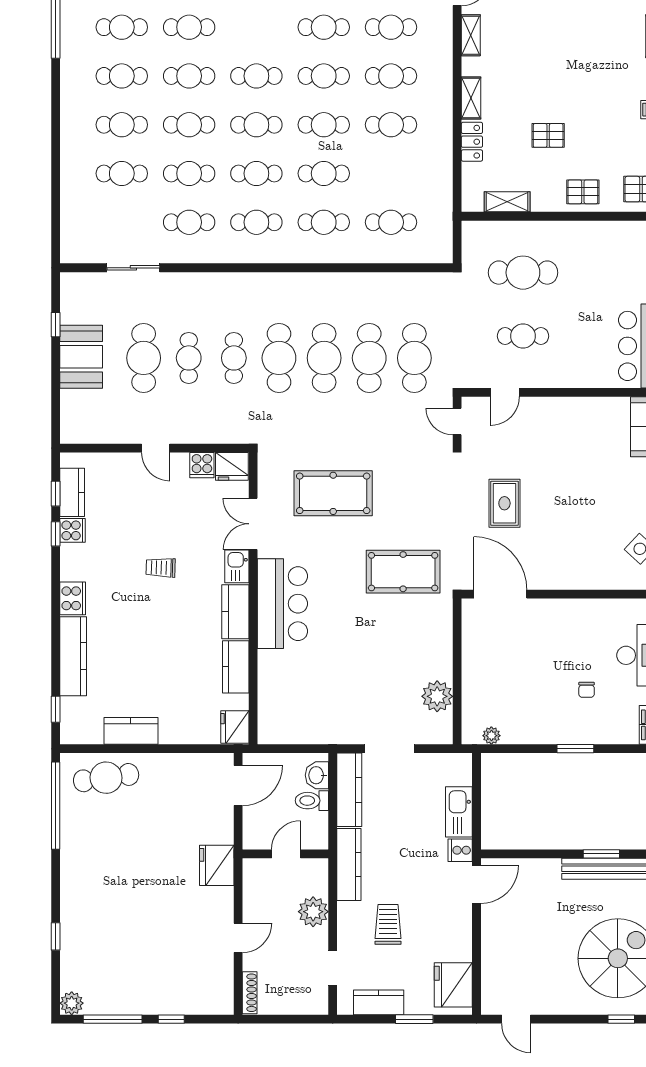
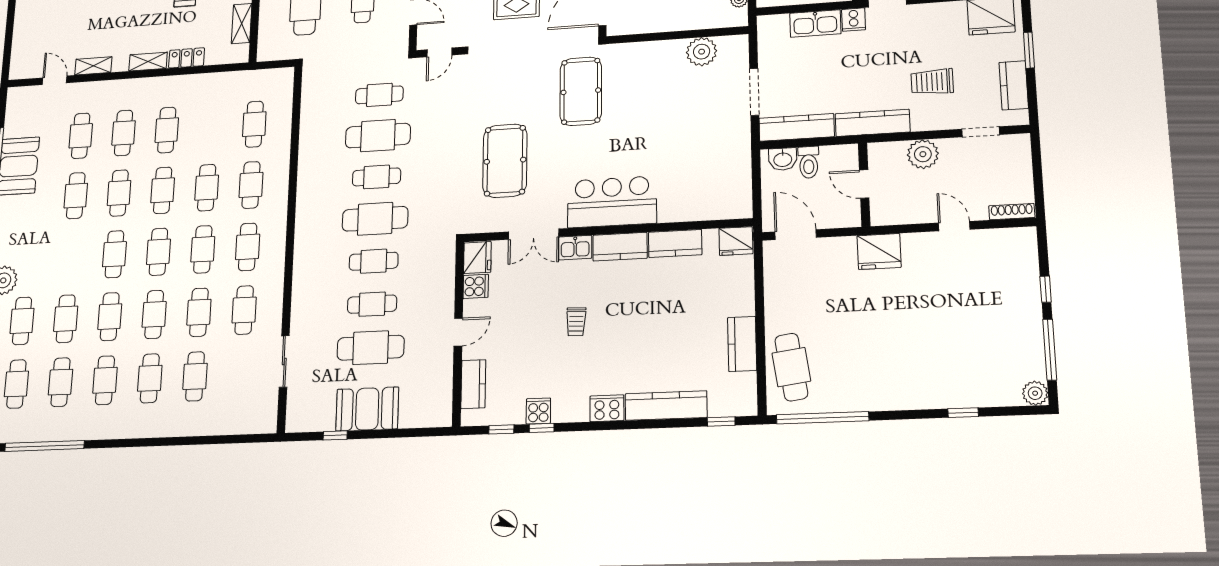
cafe table: (324, 358) -> (377, 177), width x0.73, depth x0.74
cafe table: (414, 358) -> (379, 95), width x0.73, depth x0.74
kitchen counter: (72, 492) -> (473, 384), moved, turned 90

